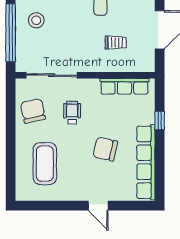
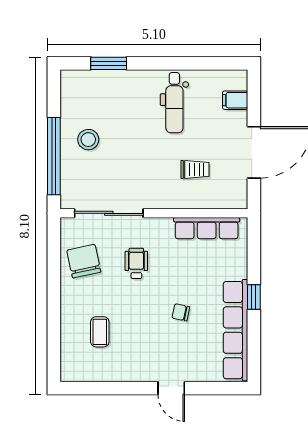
window: (160, 121) -> (254, 297), moved
chair: (105, 149) -> (181, 312), width x0.54, depth x0.54
coffee table: (45, 164) -> (100, 332), width x0.54, depth x0.58

